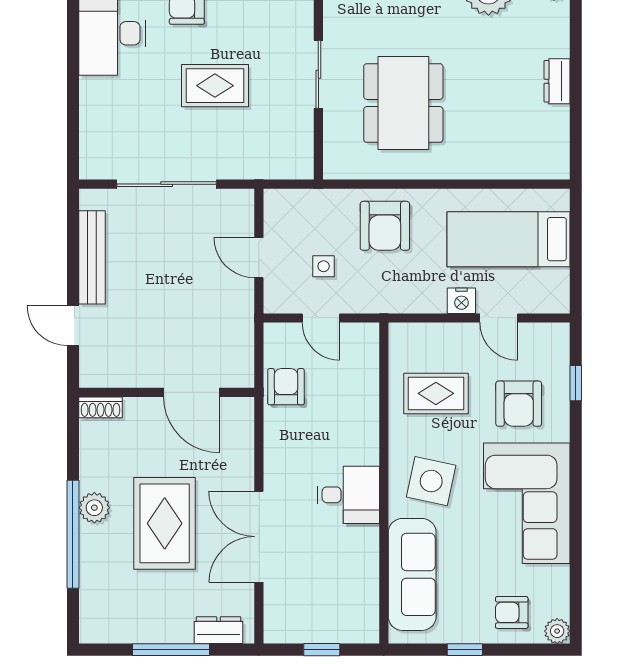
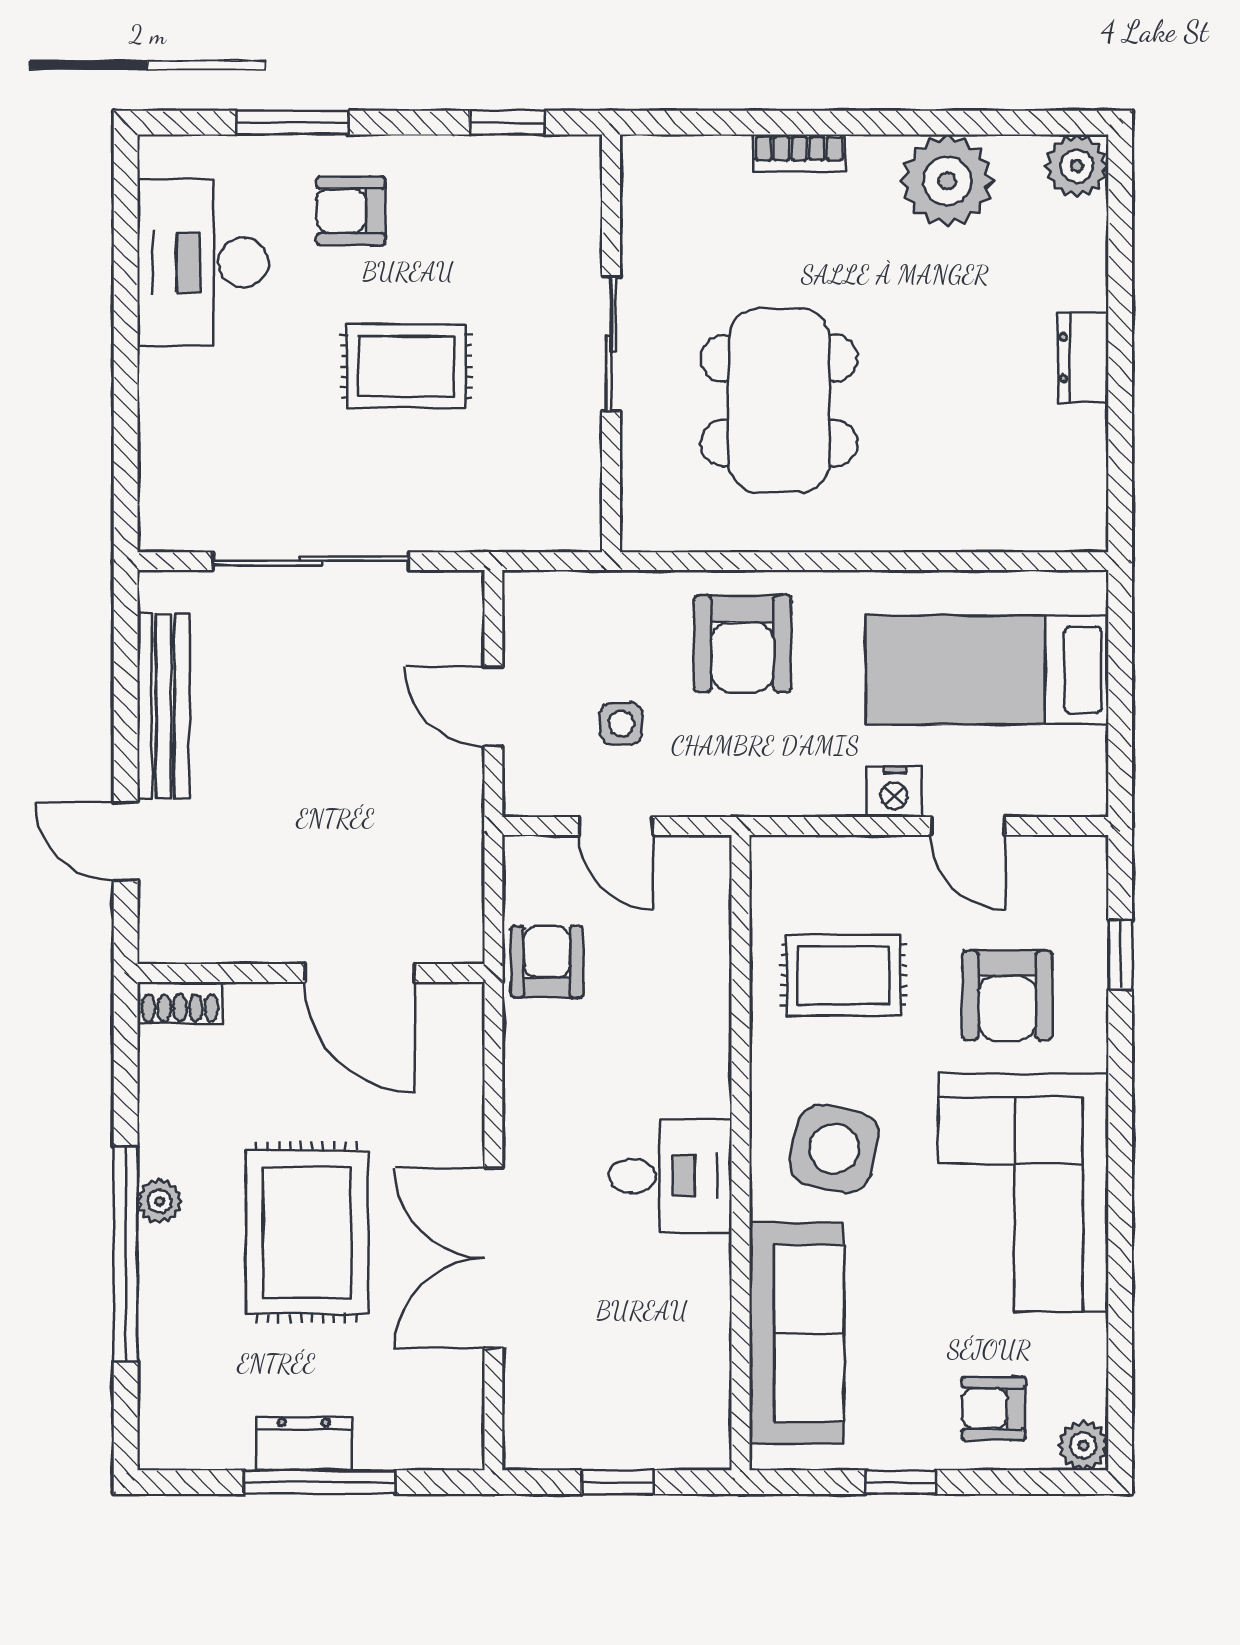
plant: (94, 508) -> (159, 1201), width x0.73, depth x0.73
dresser: (218, 630) -> (304, 1444), moved

